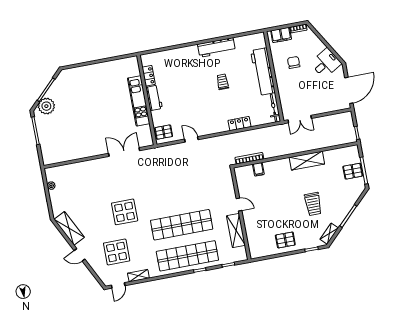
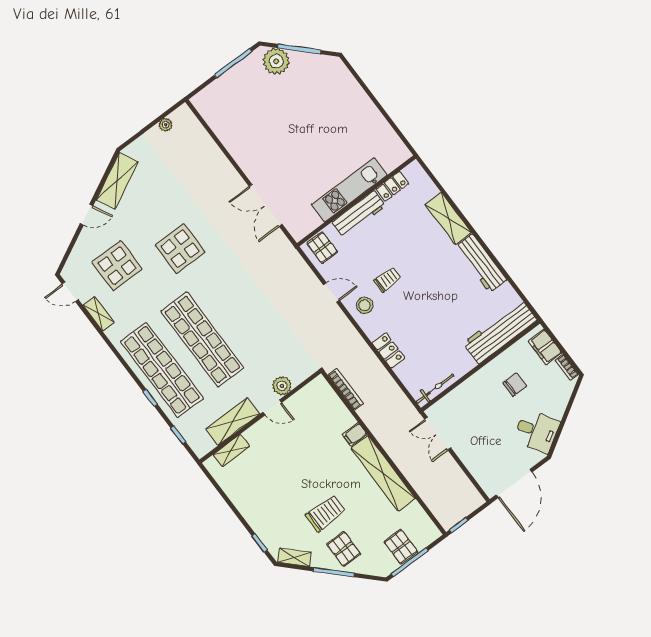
shelving: (182, 53) -> (448, 218), added
workbench: (263, 72) -> (500, 332), moved
trolley: (223, 82) -> (388, 279), moved
door: (349, 90) -> (514, 484), hinge flipped
workbench: (154, 98) -> (359, 214), width x1.38
stool: (208, 124) -> (365, 305), added
door: (191, 139) -> (331, 293), hinge flipped
double door: (124, 152) -> (266, 205), swing flipped
shelving: (307, 161) -> (383, 473), width x1.47
filing cabinet: (258, 169) -> (355, 434), moved
plant: (230, 193) -> (282, 386), added
door: (239, 204) -> (272, 407), hinge flipped
trolley: (313, 204) -> (326, 513), turned 180
shelving: (252, 239) -> (231, 450), added
pallet: (285, 240) -> (344, 549), moved
door: (80, 255) -> (87, 215), swing flipped

